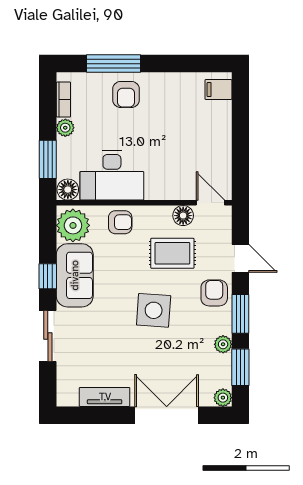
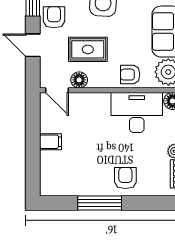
window: (113, 64) -> (100, 203), moved
filing cabinet: (218, 89) -> (51, 142), moved
armchair: (214, 293) -> (54, 17), turned 180

